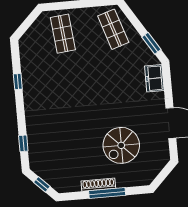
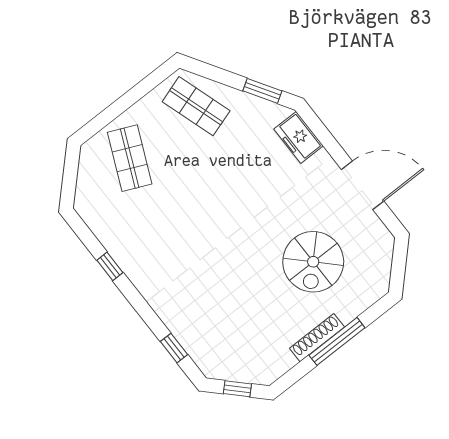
shop shelf: (63, 34) -> (130, 158), turned 30

